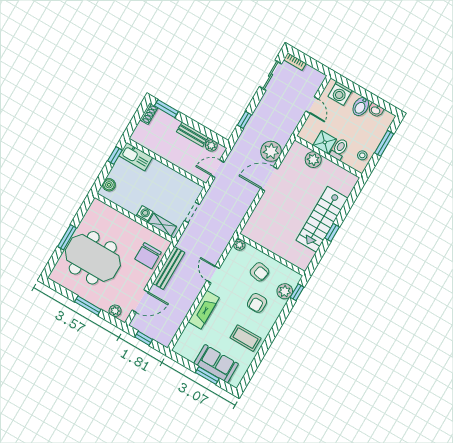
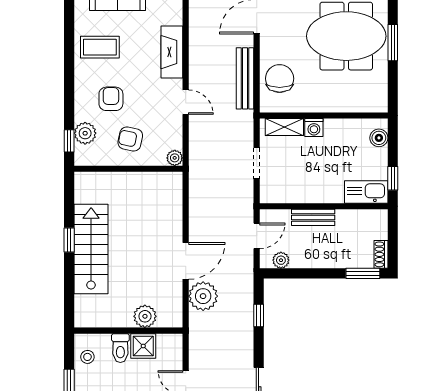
bench: (192, 134) -> (313, 217), moved

